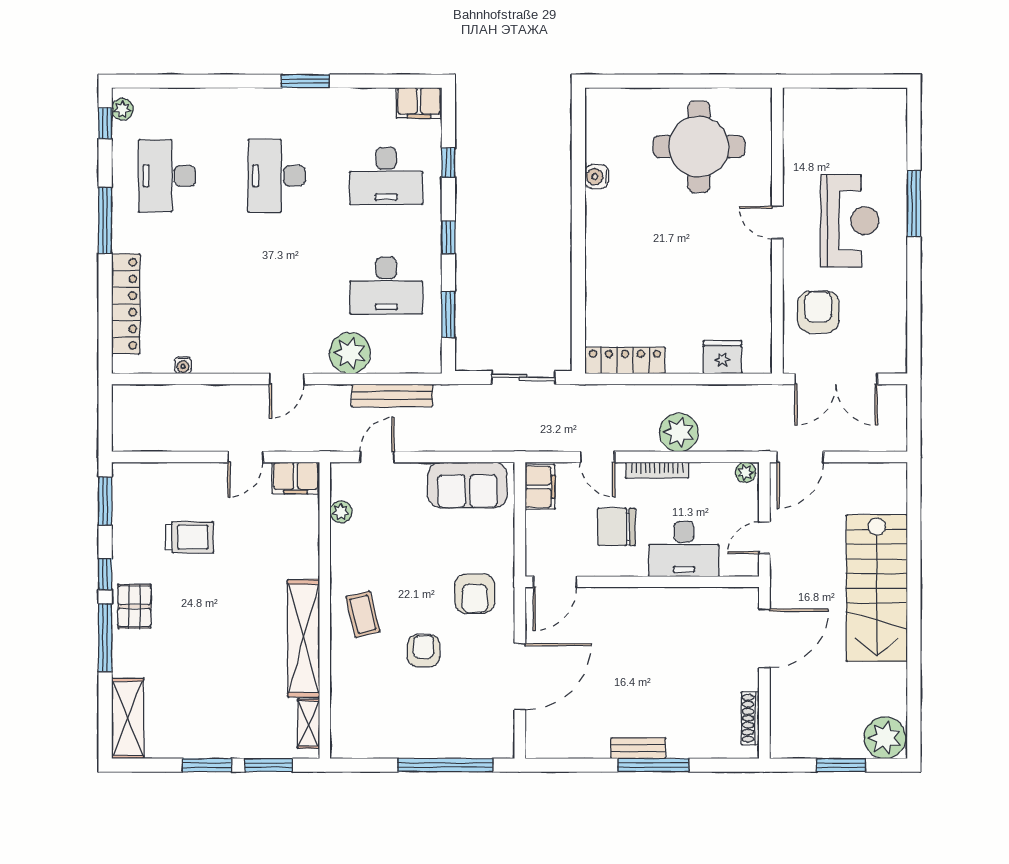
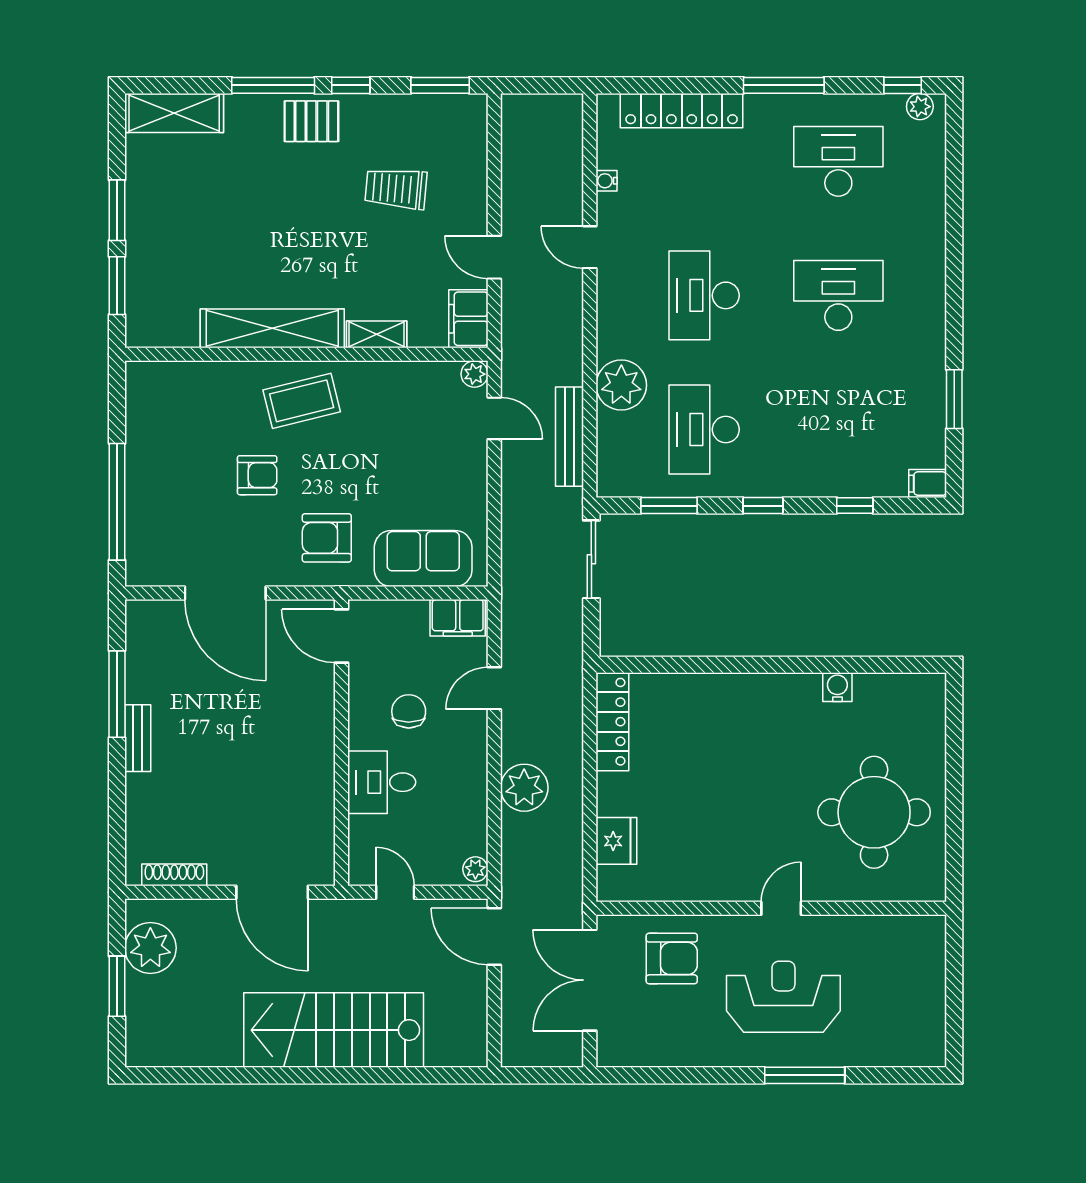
window: (305, 81) -> (954, 399), moved
filing cabinet: (419, 103) -> (928, 484), width x0.50
desk: (386, 176) -> (704, 295), moved
reception desk: (850, 221) -> (783, 997), turned 180
sliding door: (523, 378) -> (591, 559), moved
door: (287, 379) -> (590, 247), moved
bookcase: (657, 470) -> (478, 761), removed
sofa: (467, 485) -> (423, 559), moved, turned 90
plant: (341, 512) -> (475, 374), moved
chair: (616, 527) -> (409, 711), width x0.73, depth x0.73
trolley: (189, 537) -> (396, 188), turned 95
desk: (684, 549) -> (382, 782), width x0.73
coffee table: (363, 614) -> (302, 401), width x1.36, depth x1.30
shelving: (309, 724) -> (377, 334), moved
plant: (885, 738) -> (150, 948), moved
window: (653, 765) -> (117, 694), moved

